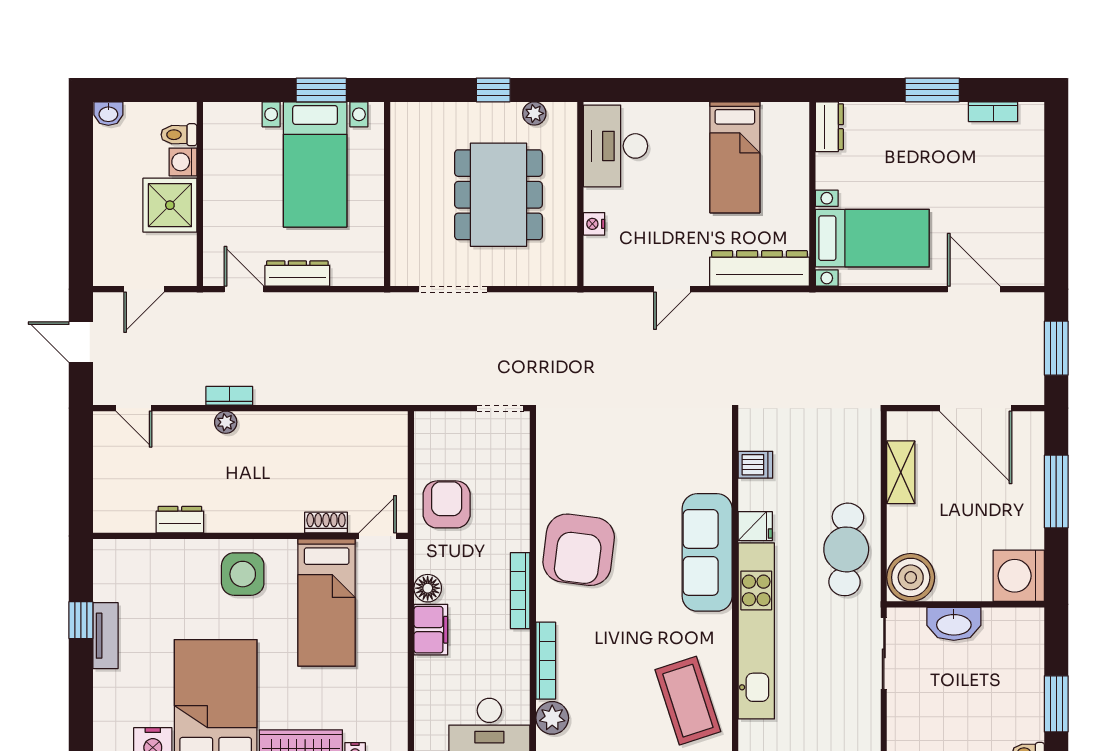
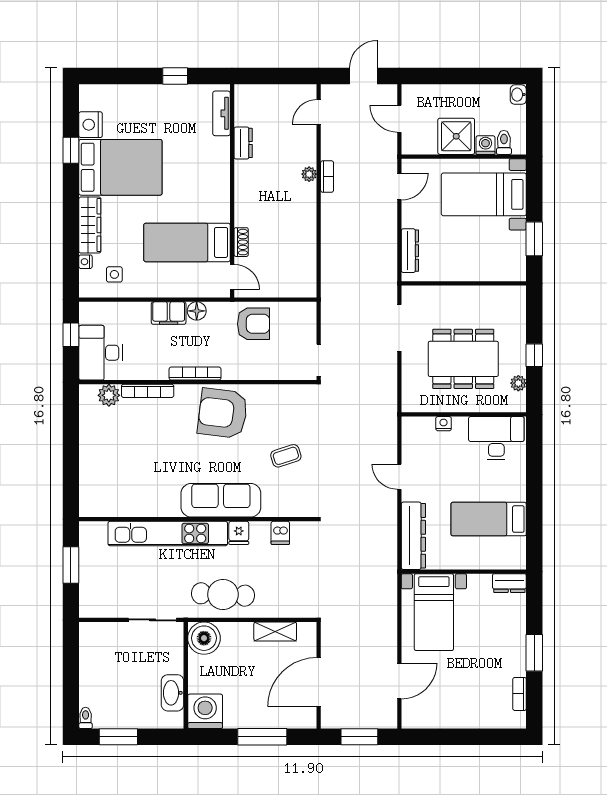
bed with nightstands: (315, 164) -> (484, 194), moved
dresser: (297, 274) -> (410, 251), moved
side table: (243, 574) -> (114, 274), moved, width x0.54, depth x0.54
washbasin: (954, 624) -> (173, 693), moved
tv unit: (105, 636) -> (222, 113), moved, turned 90
coffee table: (688, 701) -> (286, 456), moved, width x0.54, depth x0.58

